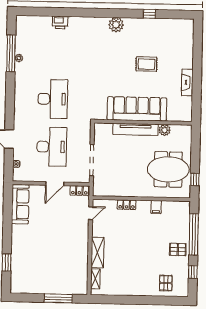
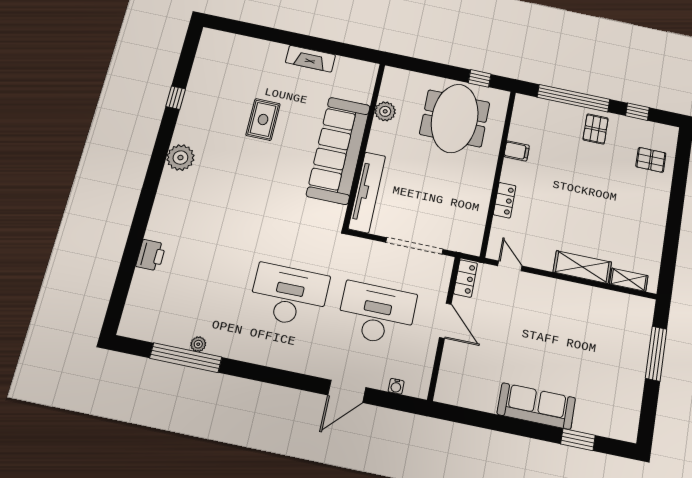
tv unit: (135, 129) -> (367, 192), moved
sofa: (20, 204) -> (536, 406), moved

